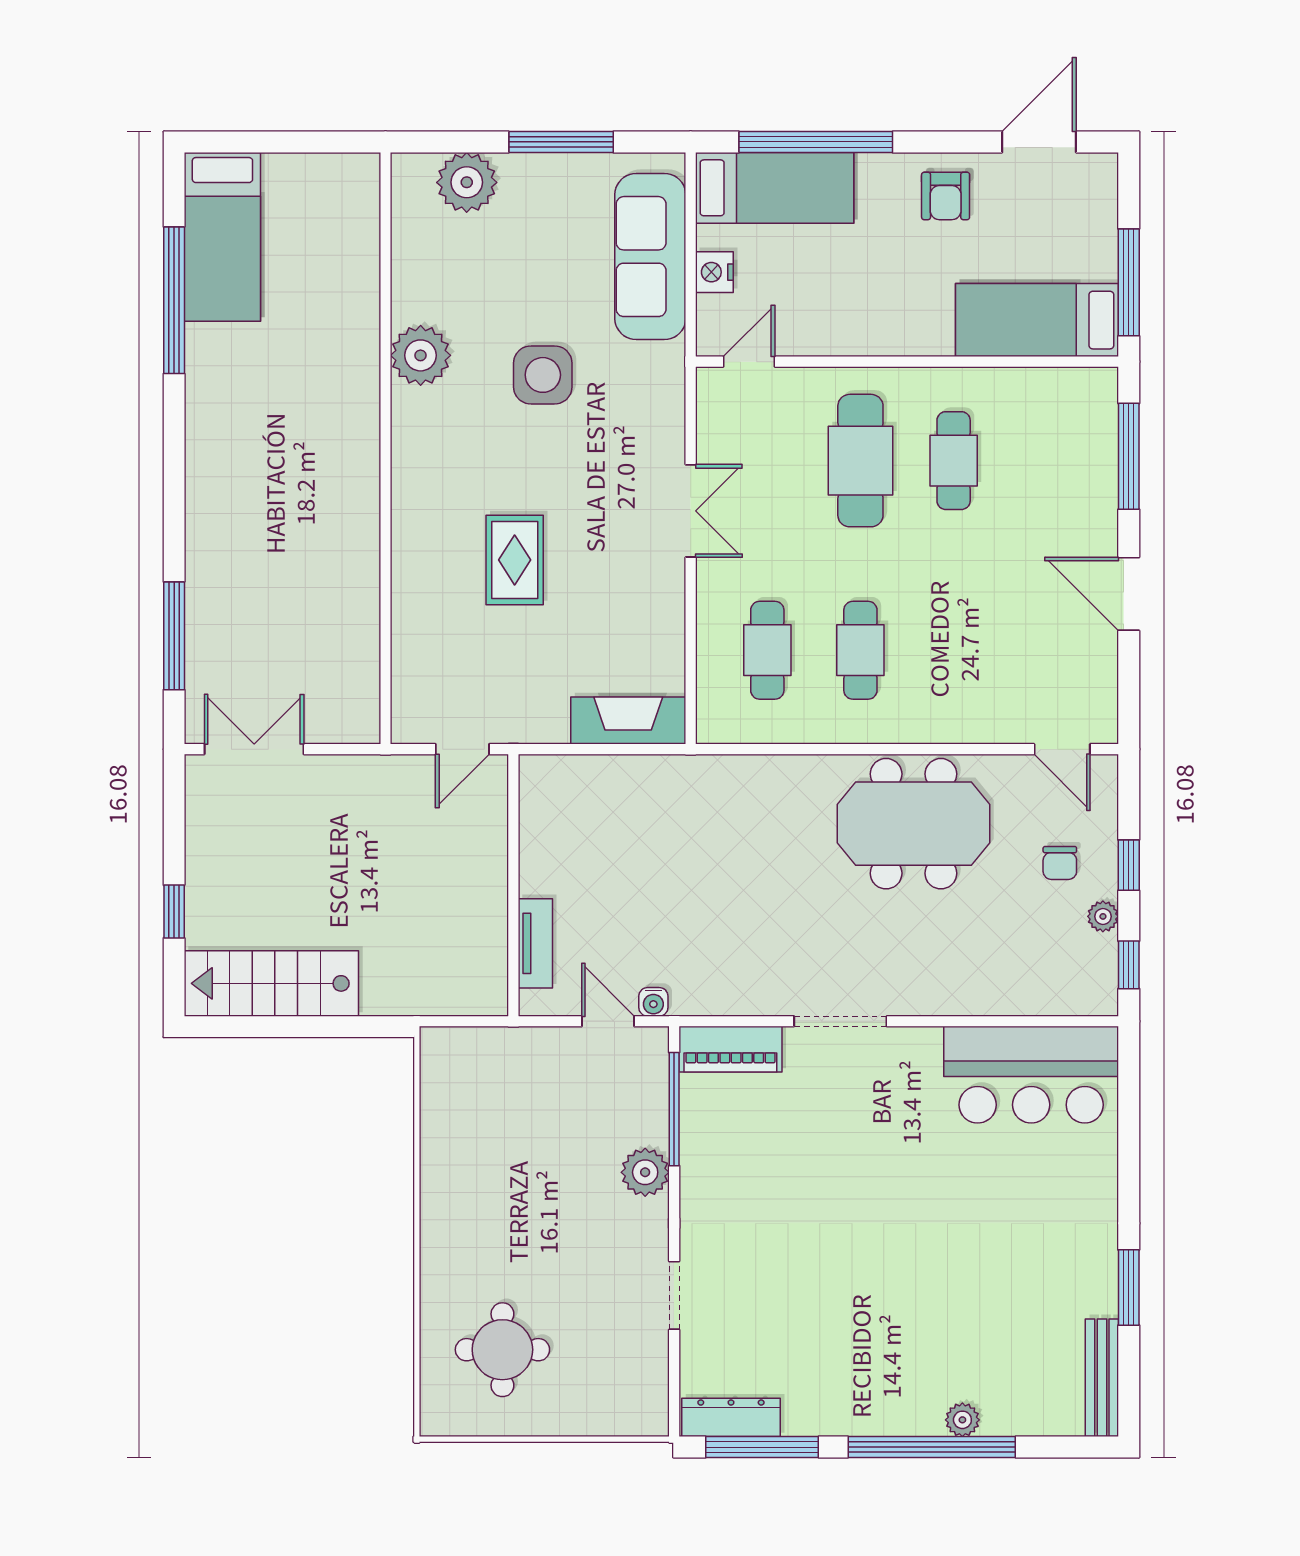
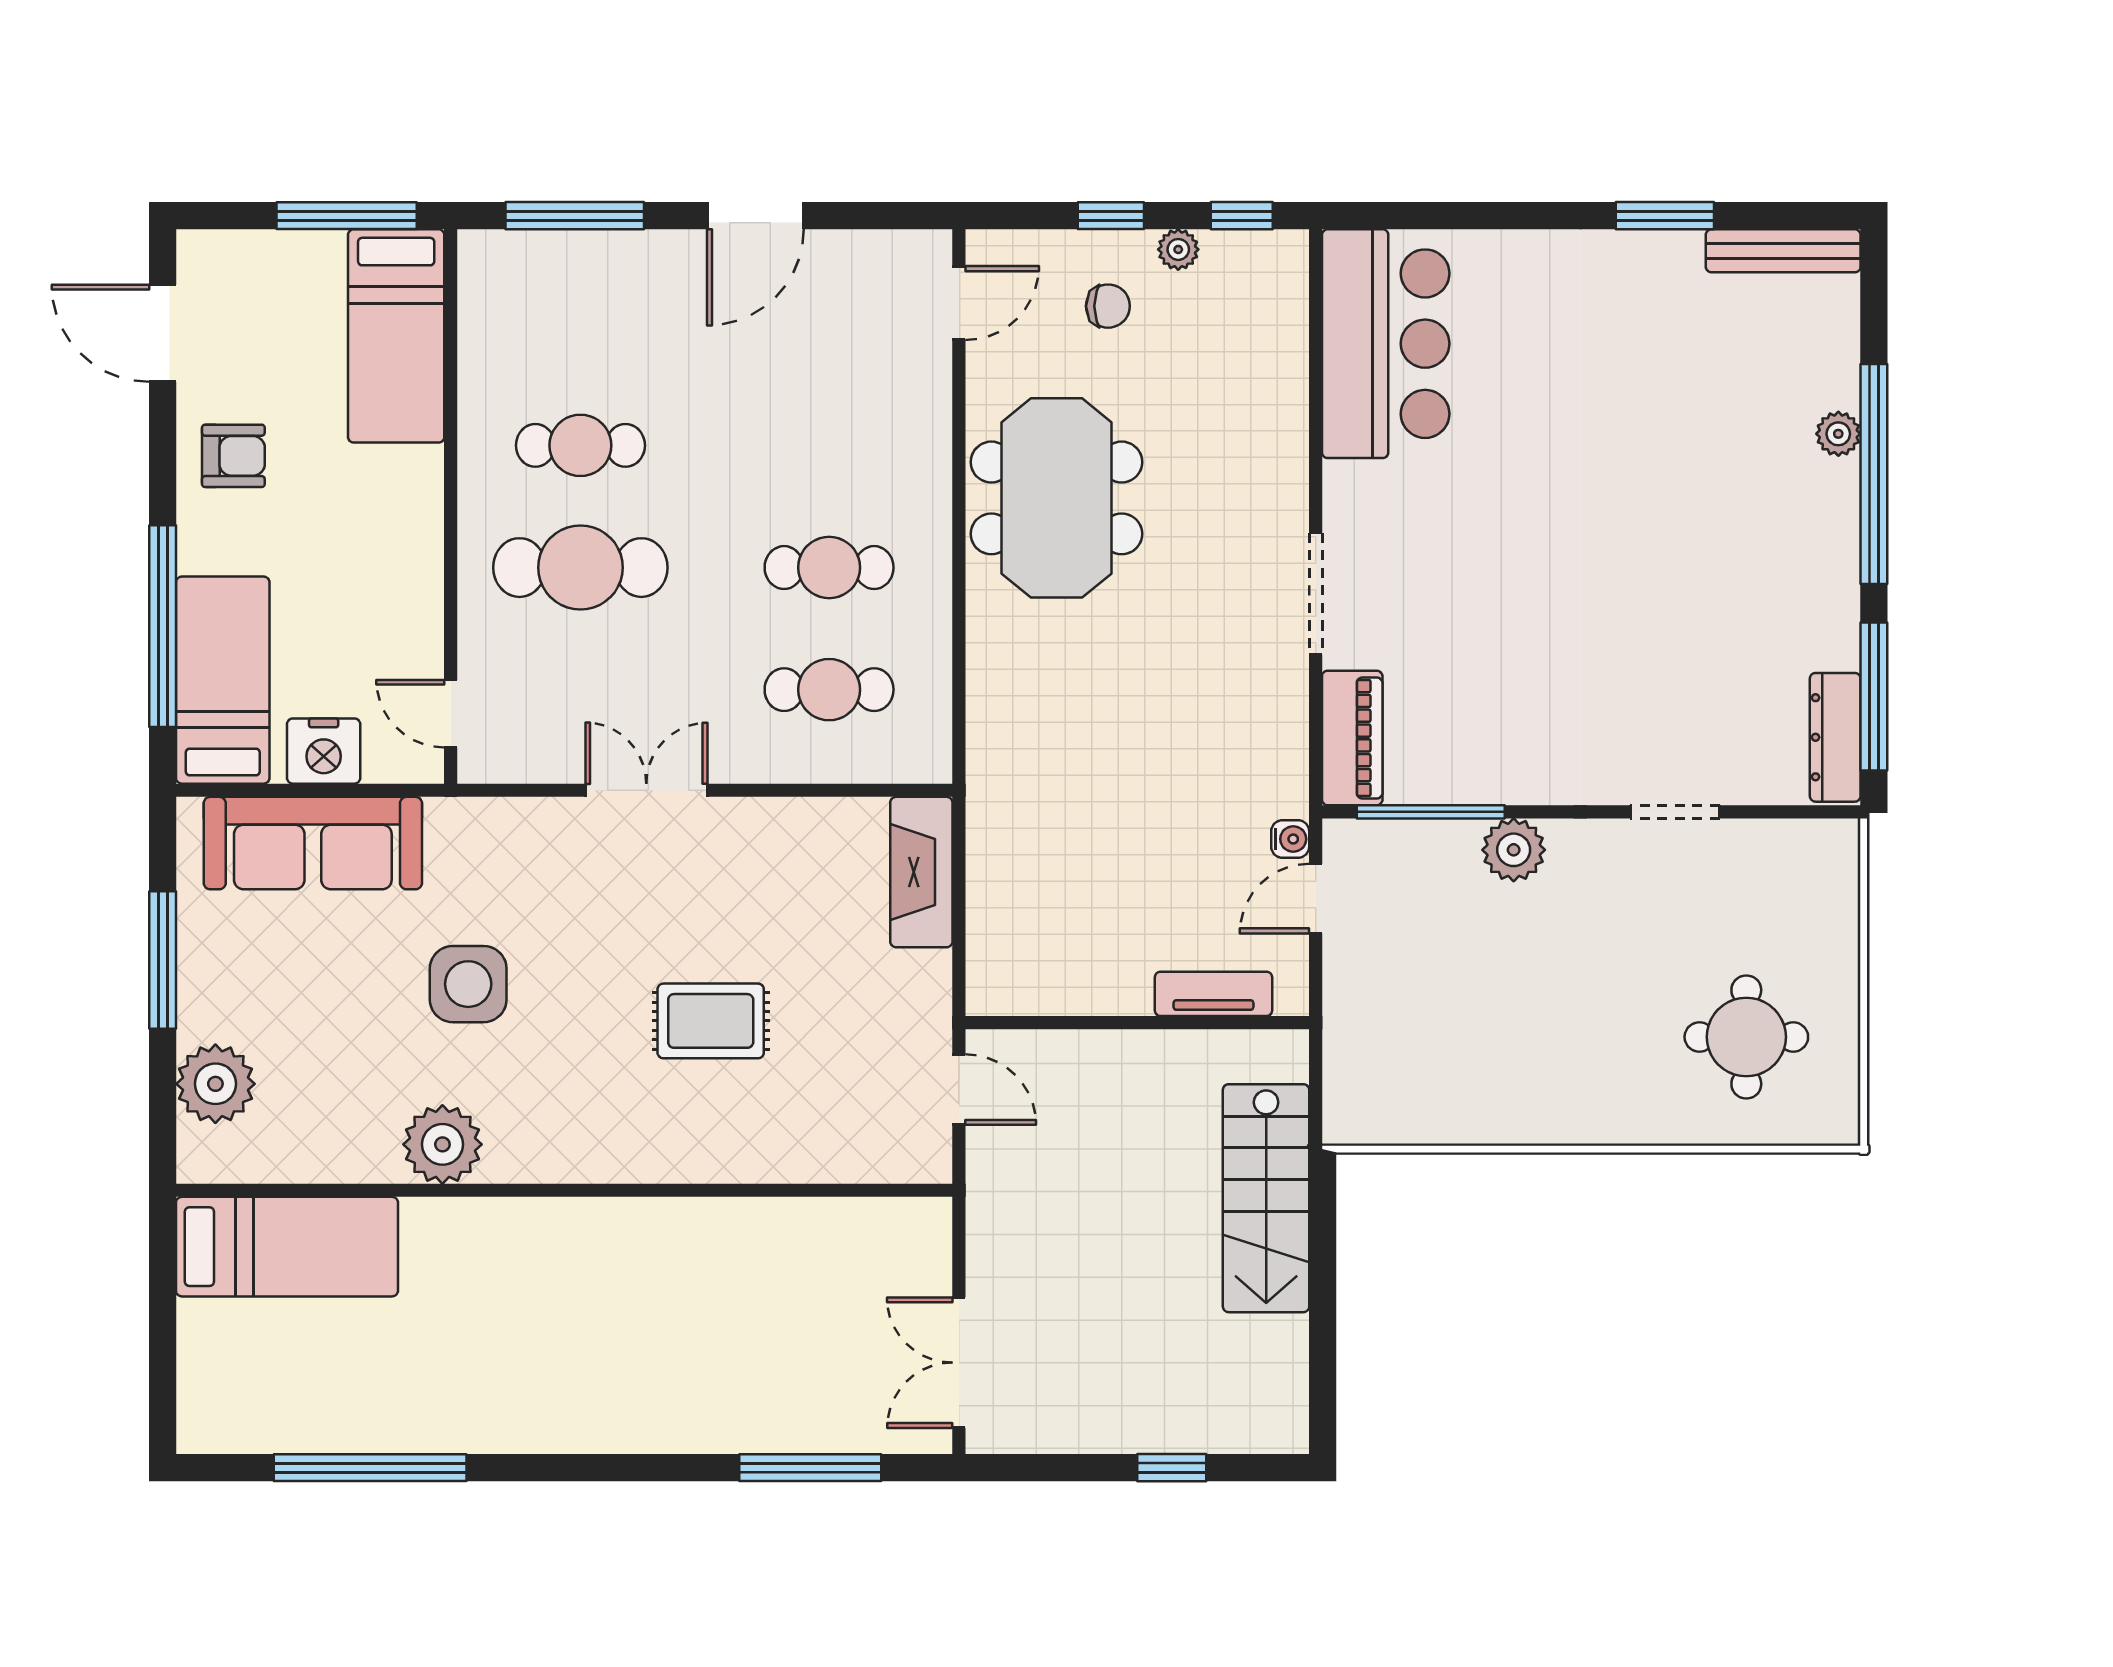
bed: (222, 237) -> (287, 1247), moved
nightstand: (714, 272) -> (324, 751), width x1.36, depth x1.33
stairs: (271, 983) -> (1266, 1198), moved

